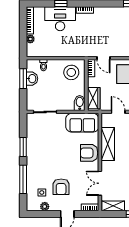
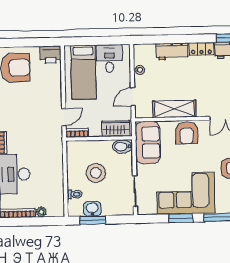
stool: (71, 72) -> (96, 173), moved
corner sofa: (42, 151) -> (186, 193), added

